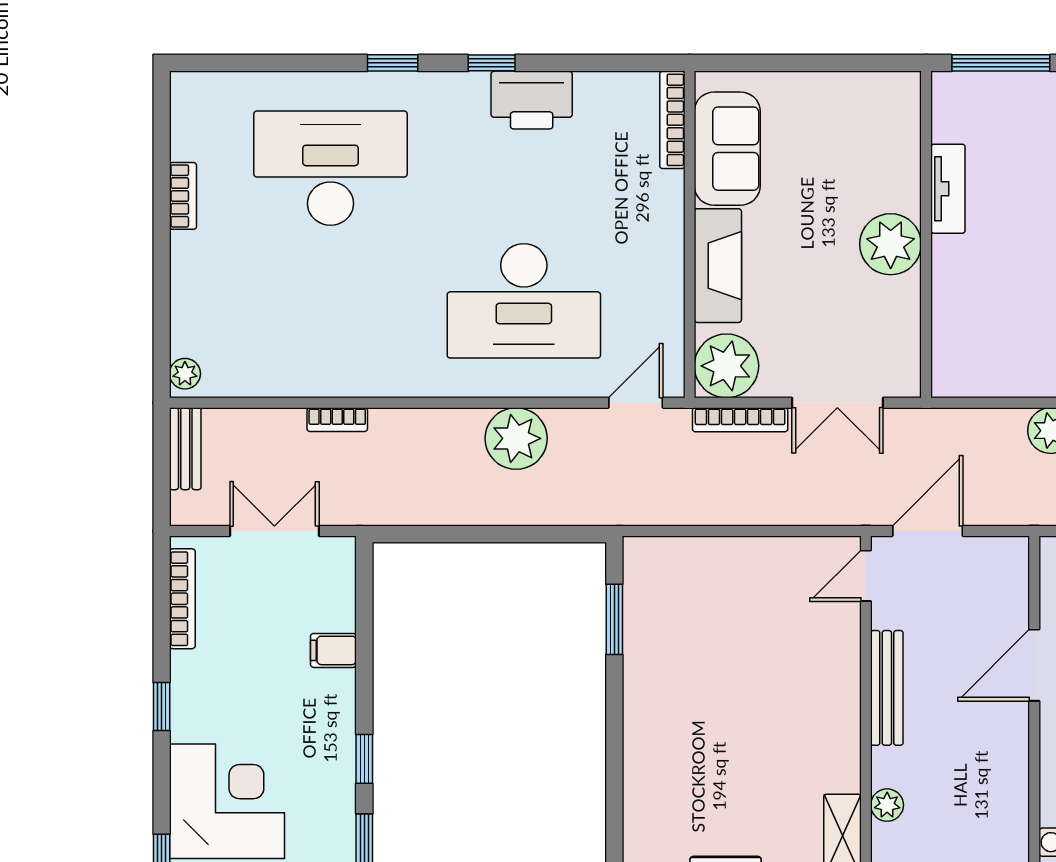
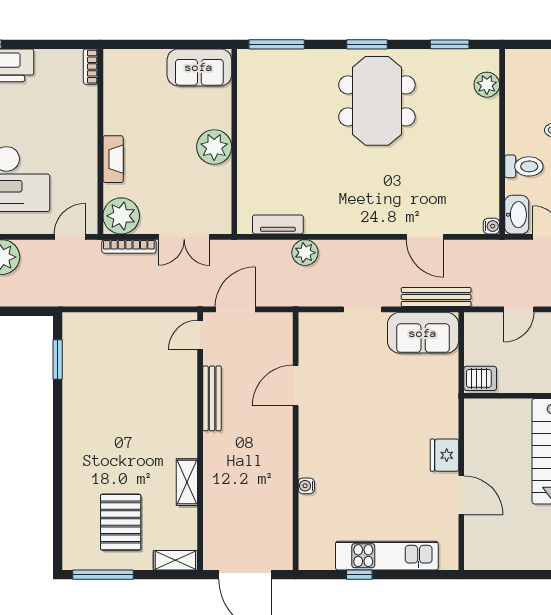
bookcase: (672, 120) -> (90, 67), width x0.64
sofa: (727, 149) -> (199, 67), moved, turned 90
tv unit: (948, 189) -> (278, 224), moved, turned -90
fireplace: (718, 266) -> (113, 159), width x0.73, depth x0.76
plant: (887, 805) -> (212, 465), removed

